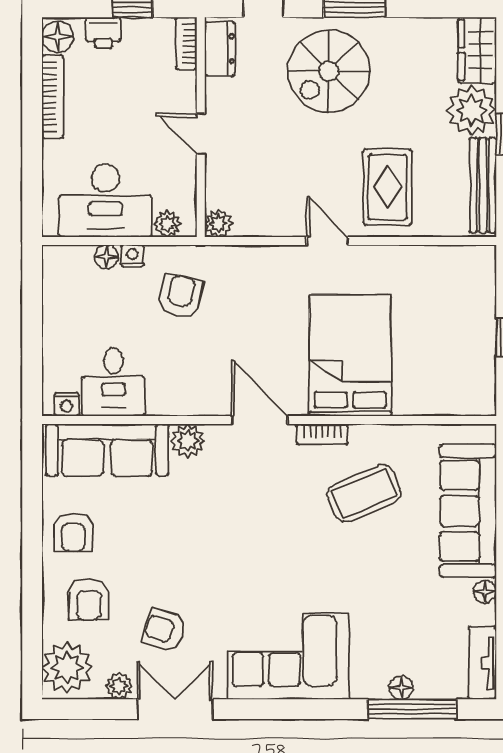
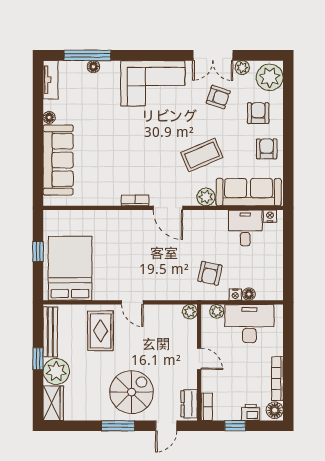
bed: (350, 355) -> (70, 268), moved, turned 180
coffee table: (364, 493) -> (202, 155), moved

